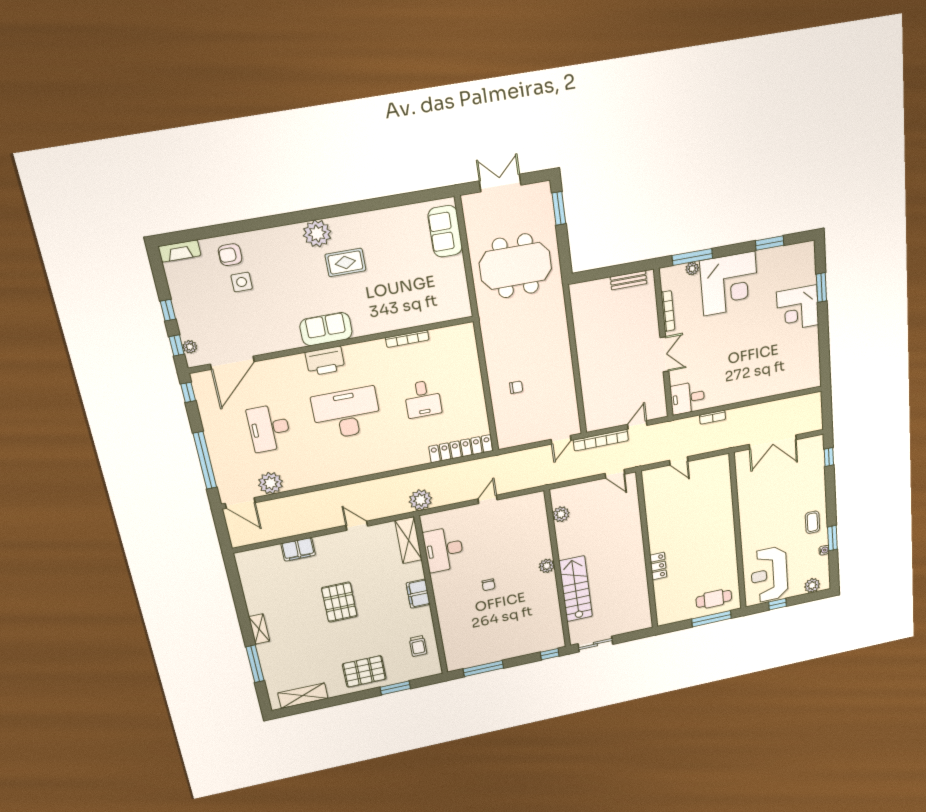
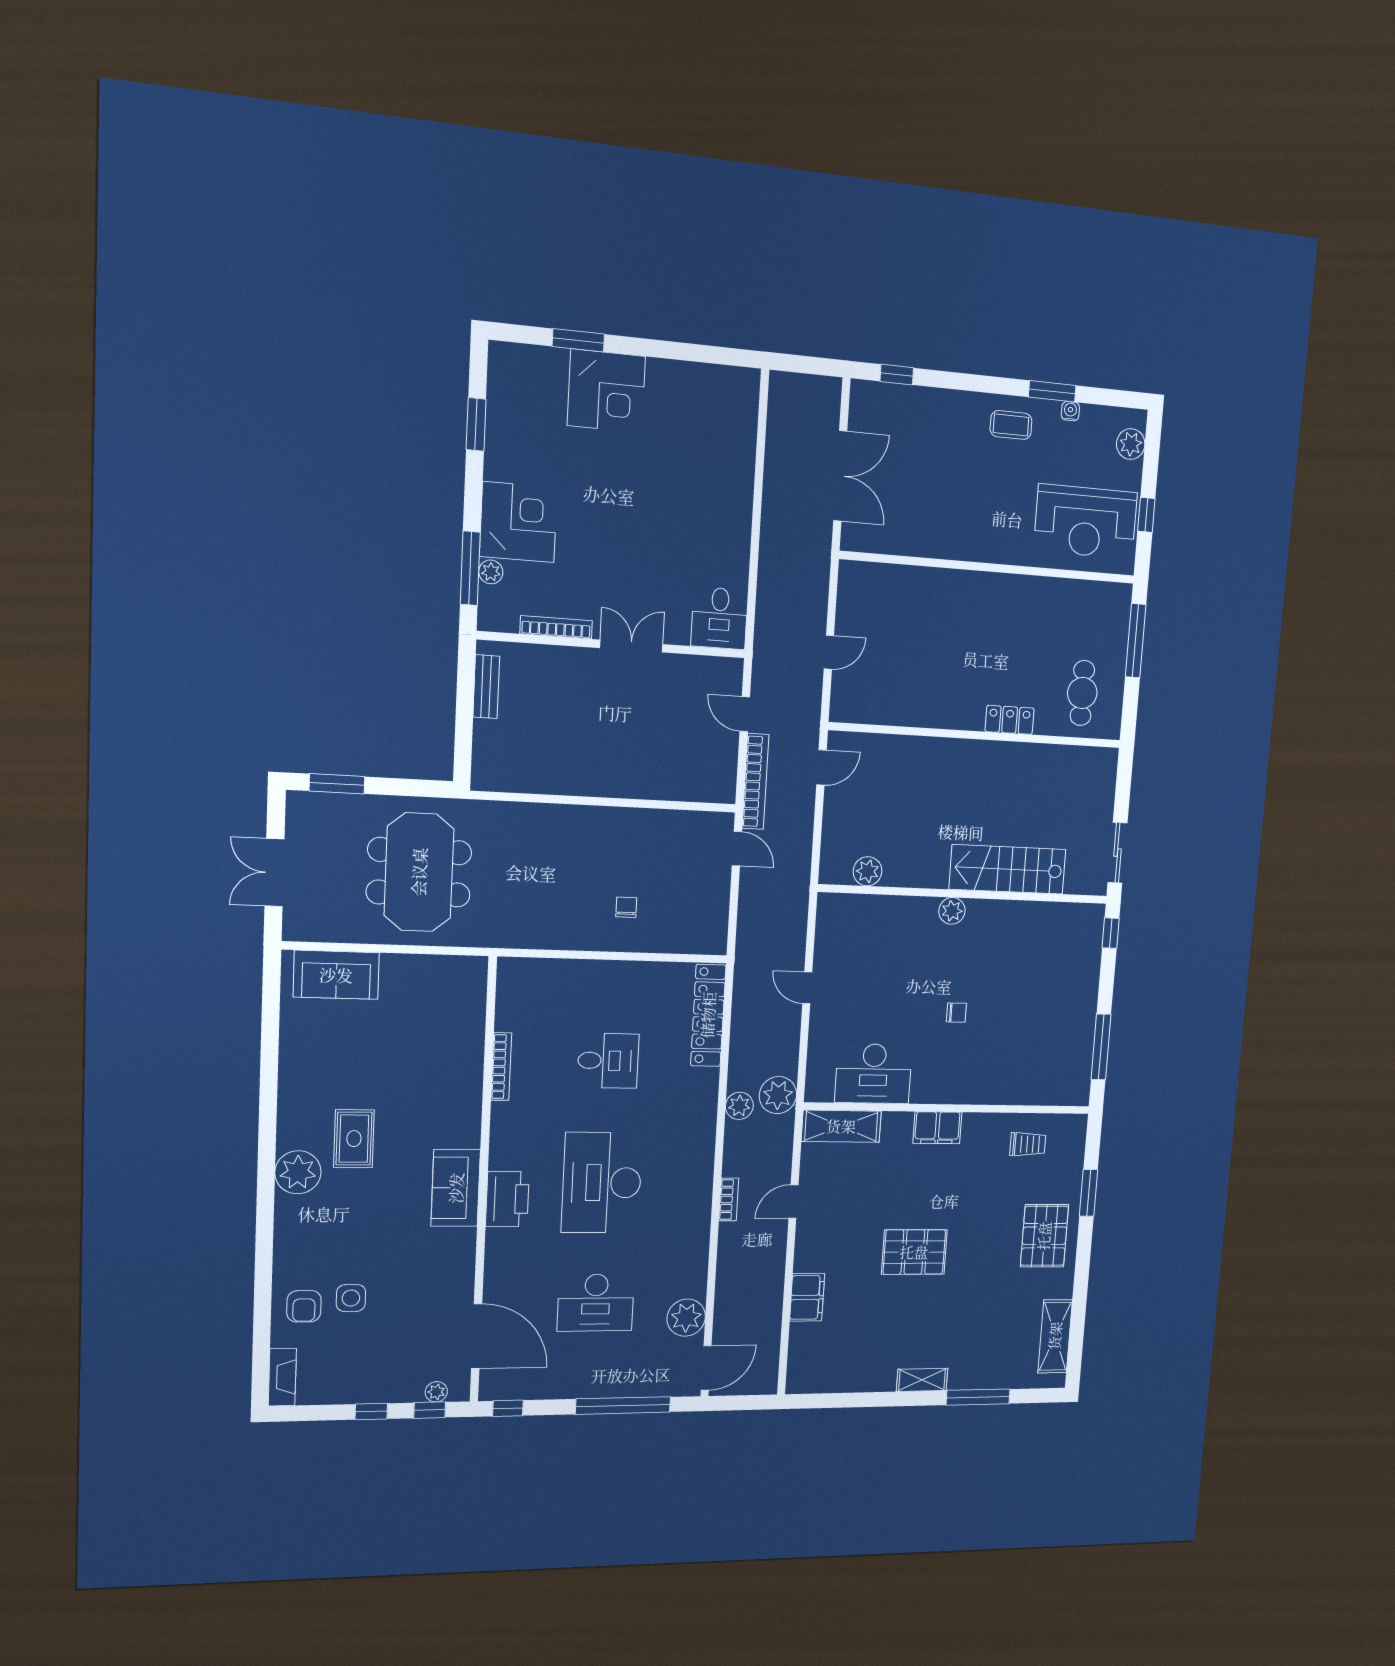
corner desk: (729, 284) -> (518, 522), width x0.74, depth x0.74
bookcase: (713, 417) -> (729, 1199), moved
plant: (410, 480) -> (739, 1106), added
cafe table: (714, 599) -> (1082, 693), moved

